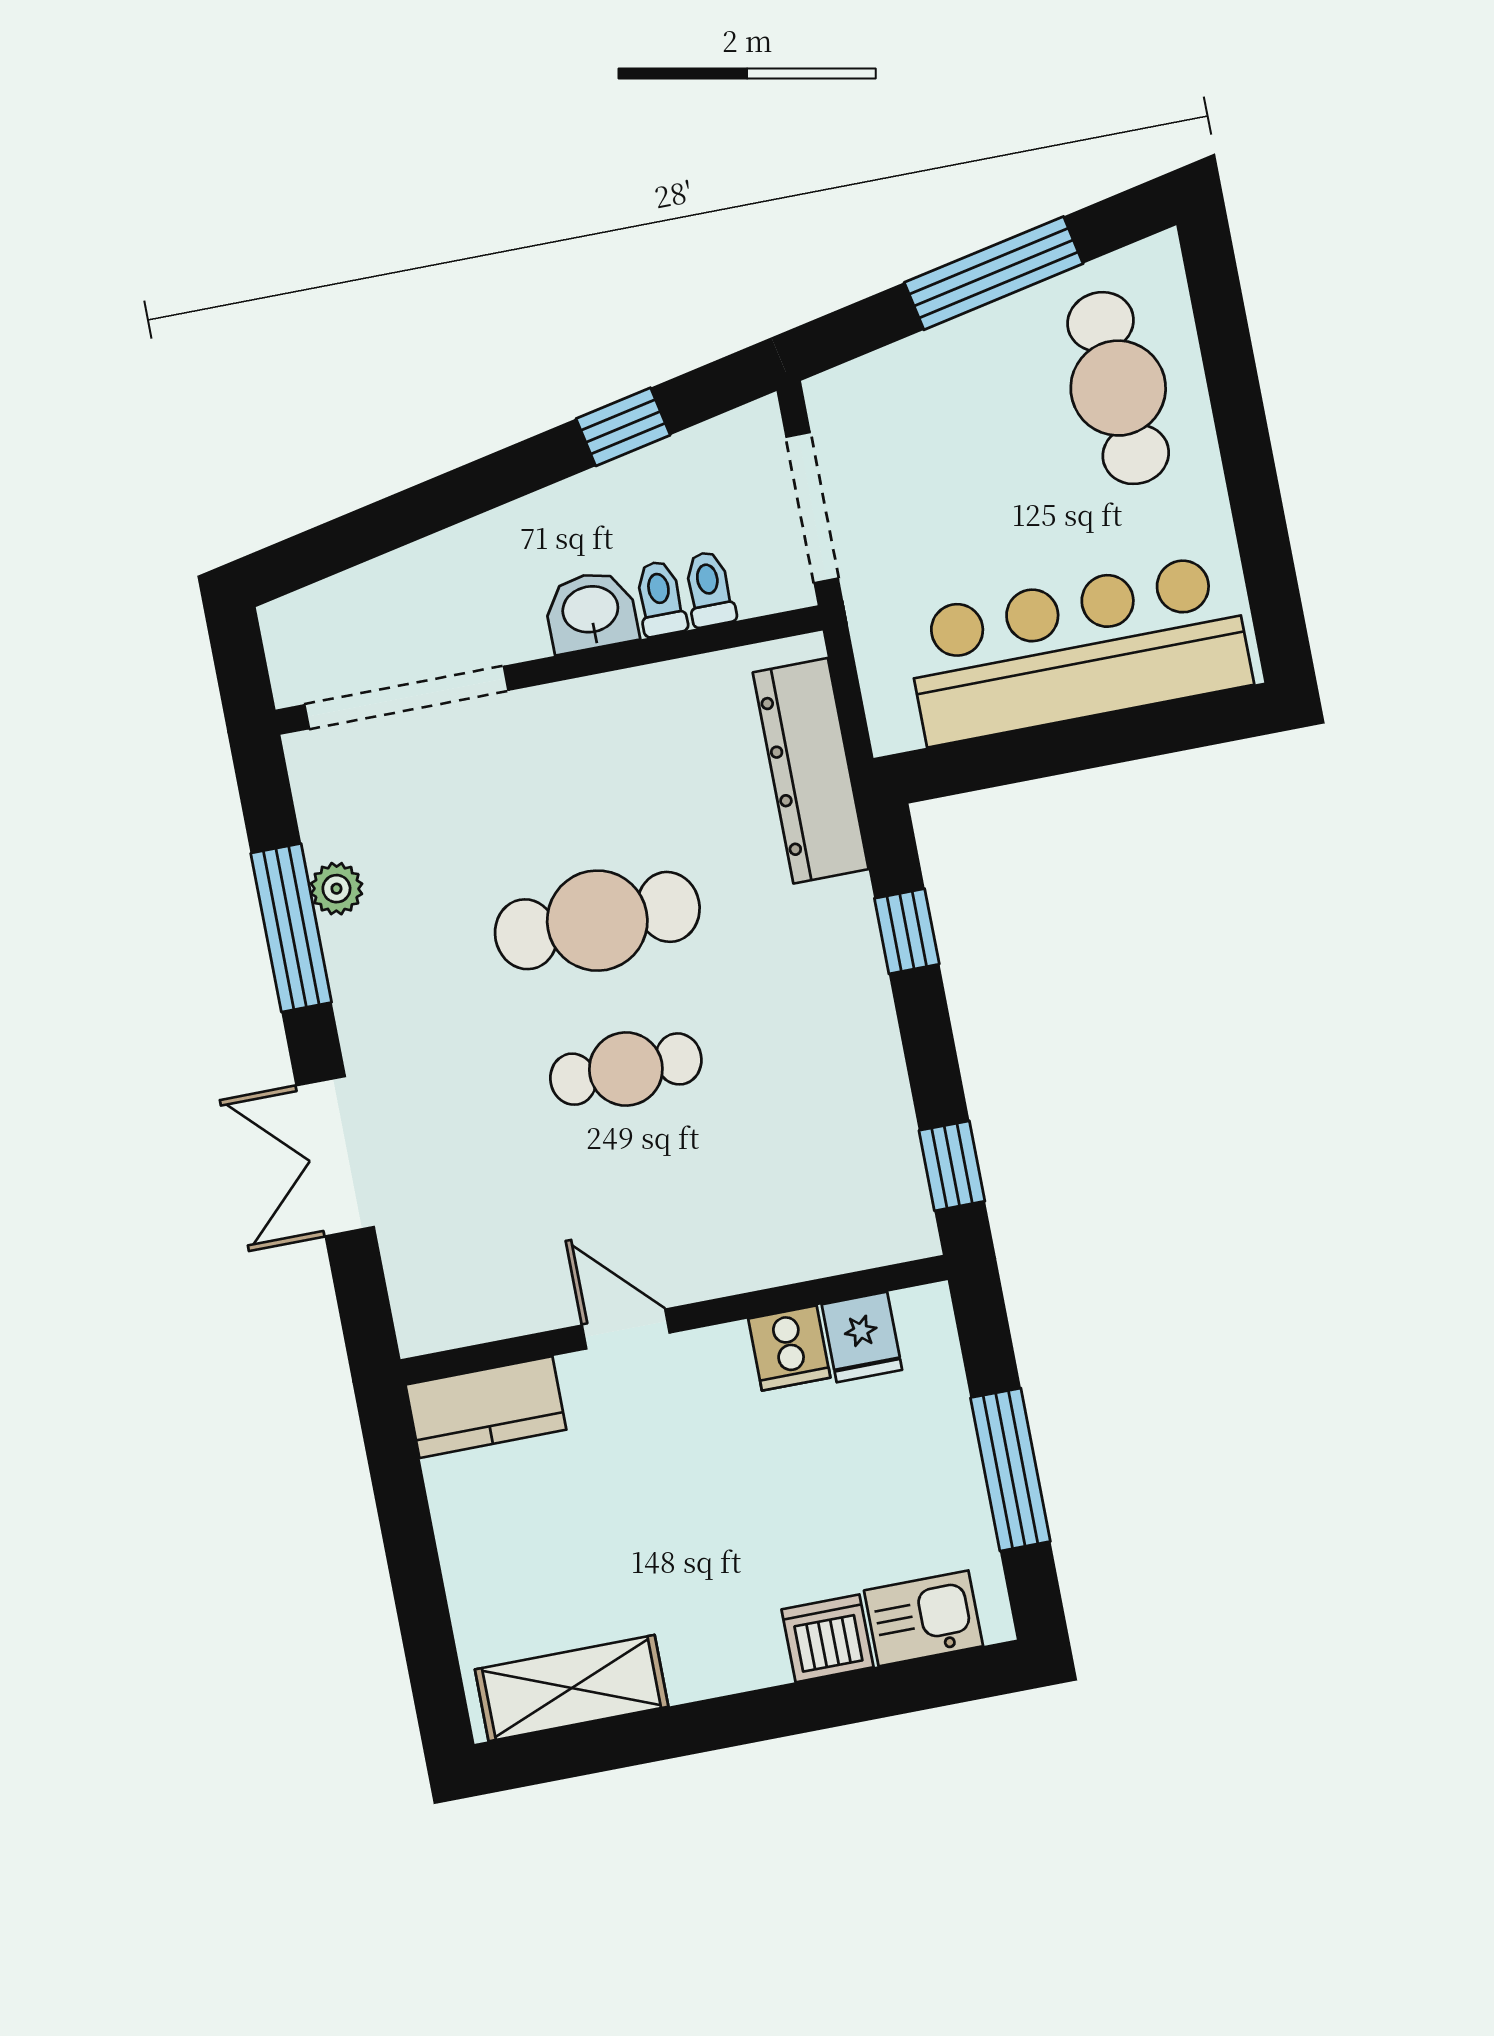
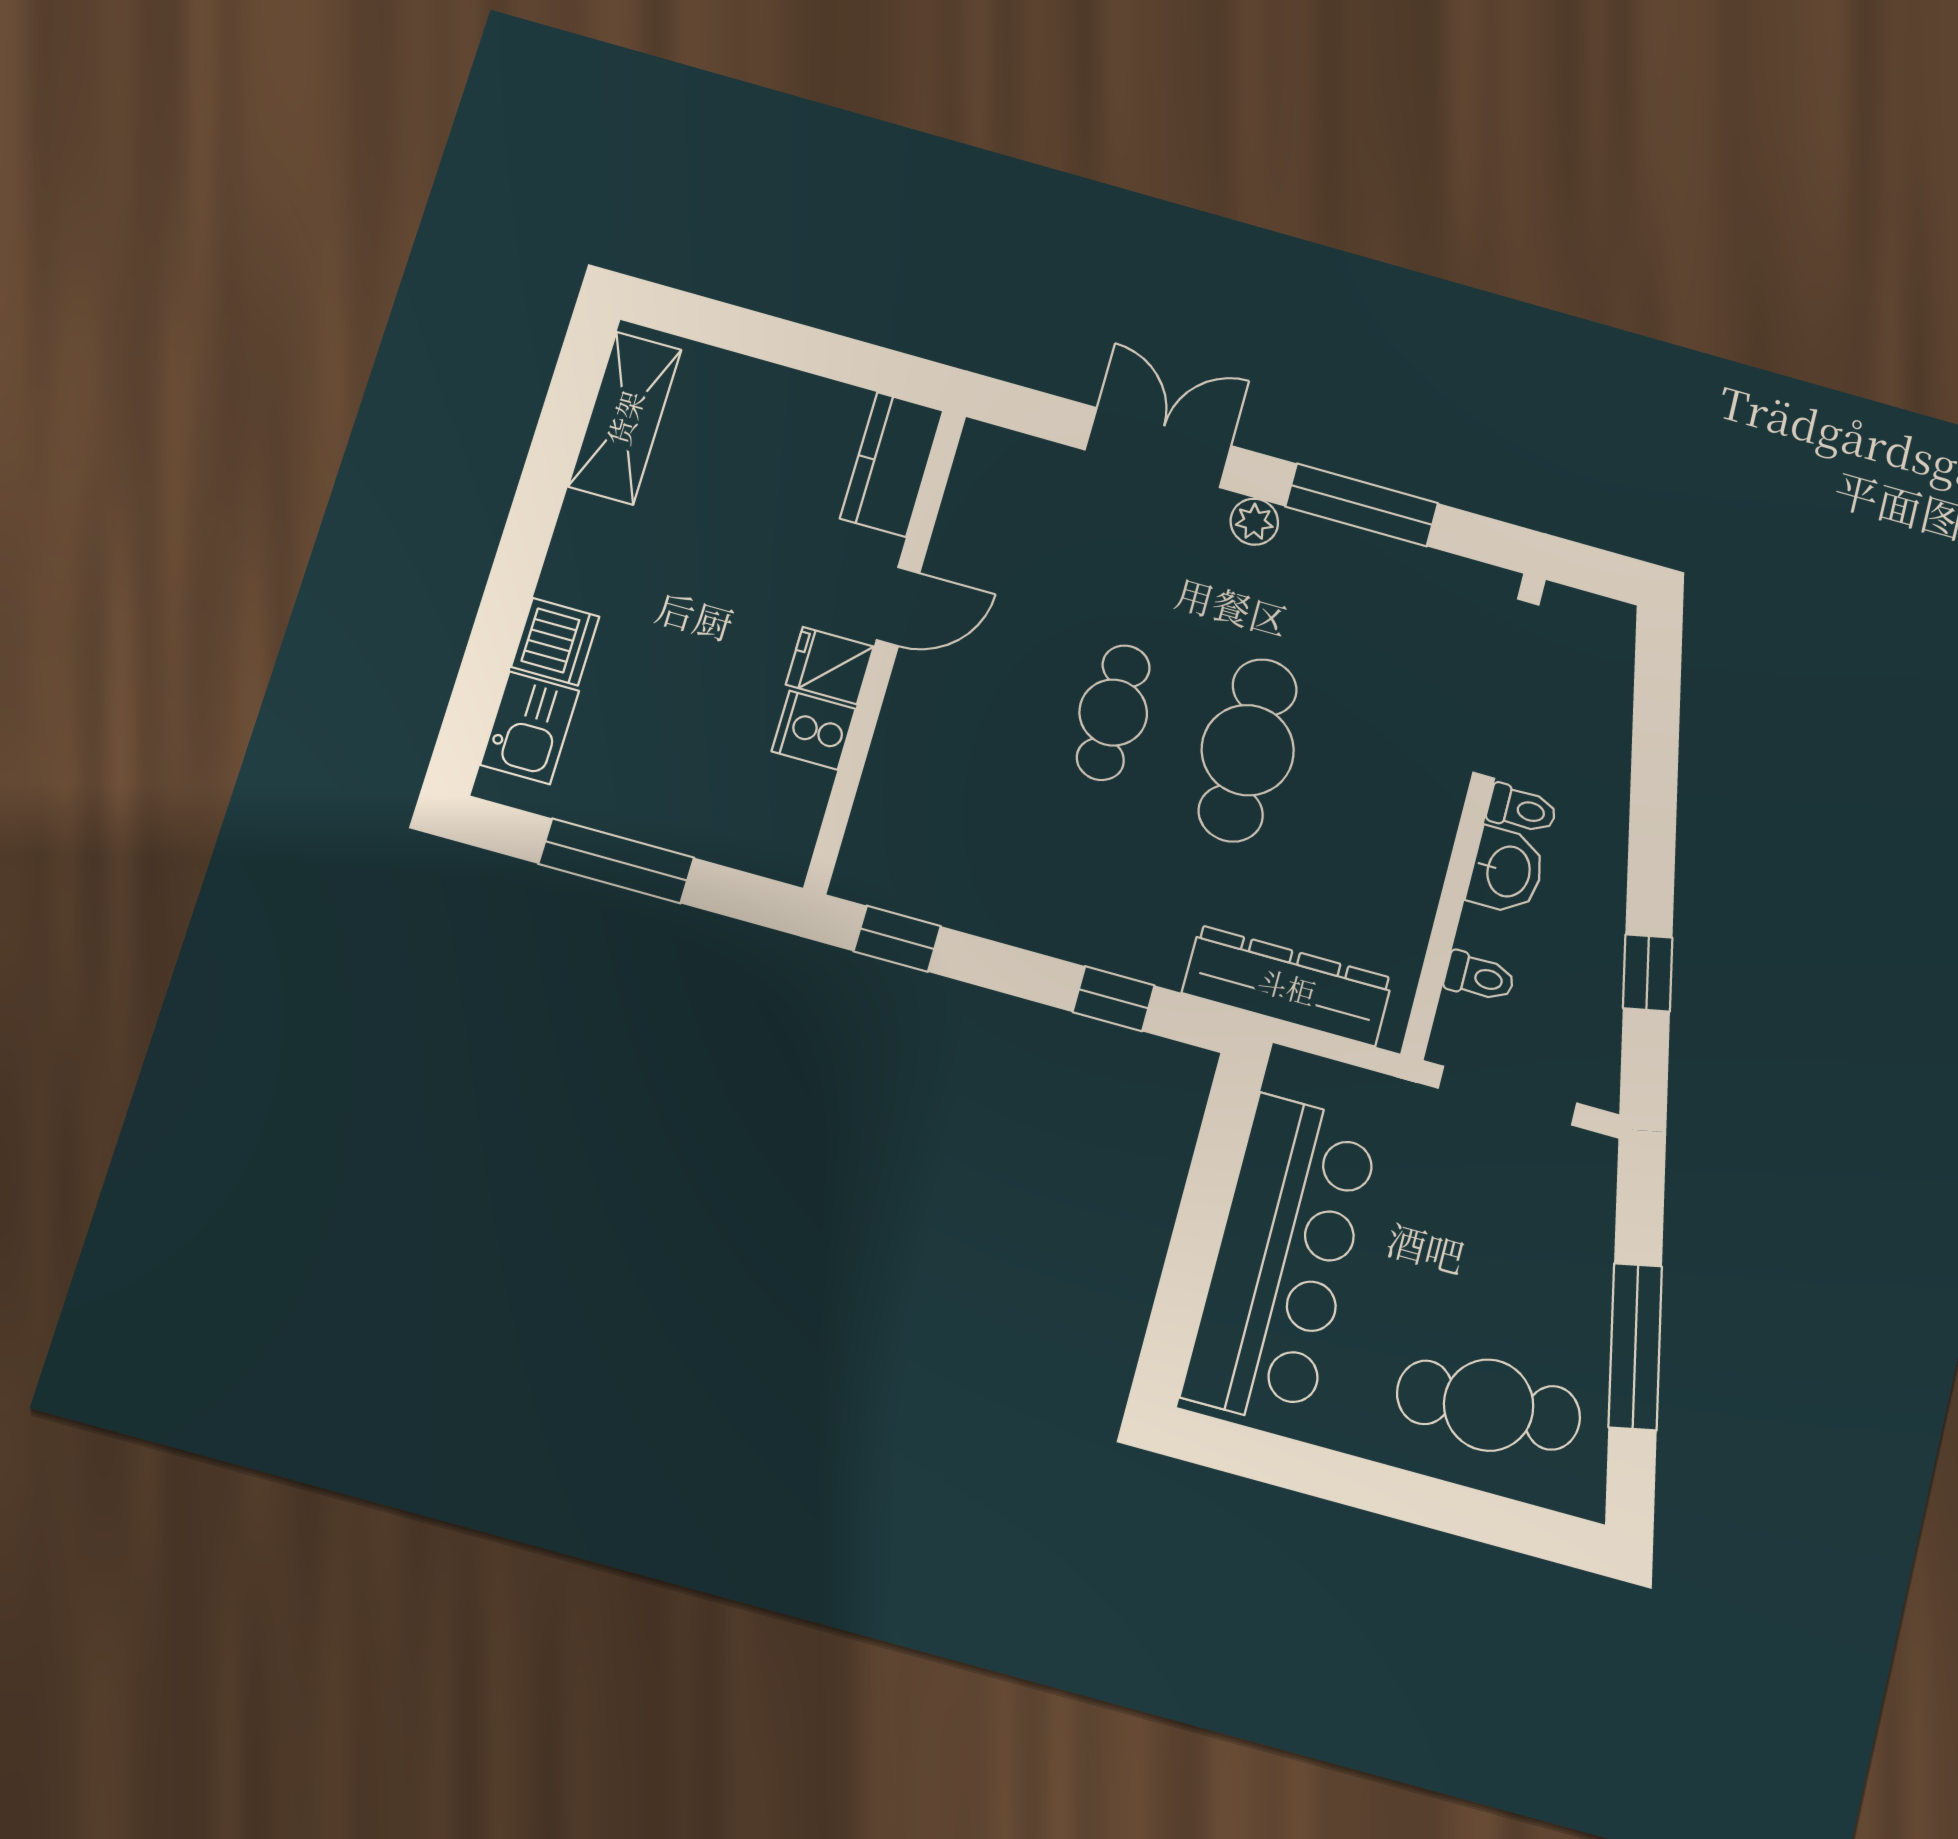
toilet: (660, 598) -> (1522, 809), moved
plant: (336, 889) -> (1254, 522), moved
fridge: (862, 1337) -> (830, 666), moved

